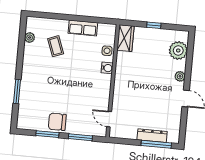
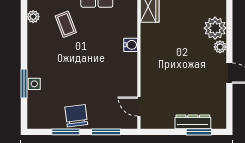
side table: (107, 51) -> (34, 84), moved
plant: (178, 51) -> (215, 28), moved
chair: (57, 122) -> (76, 116), turned 83
window: (156, 144) -> (199, 132), width x0.69

